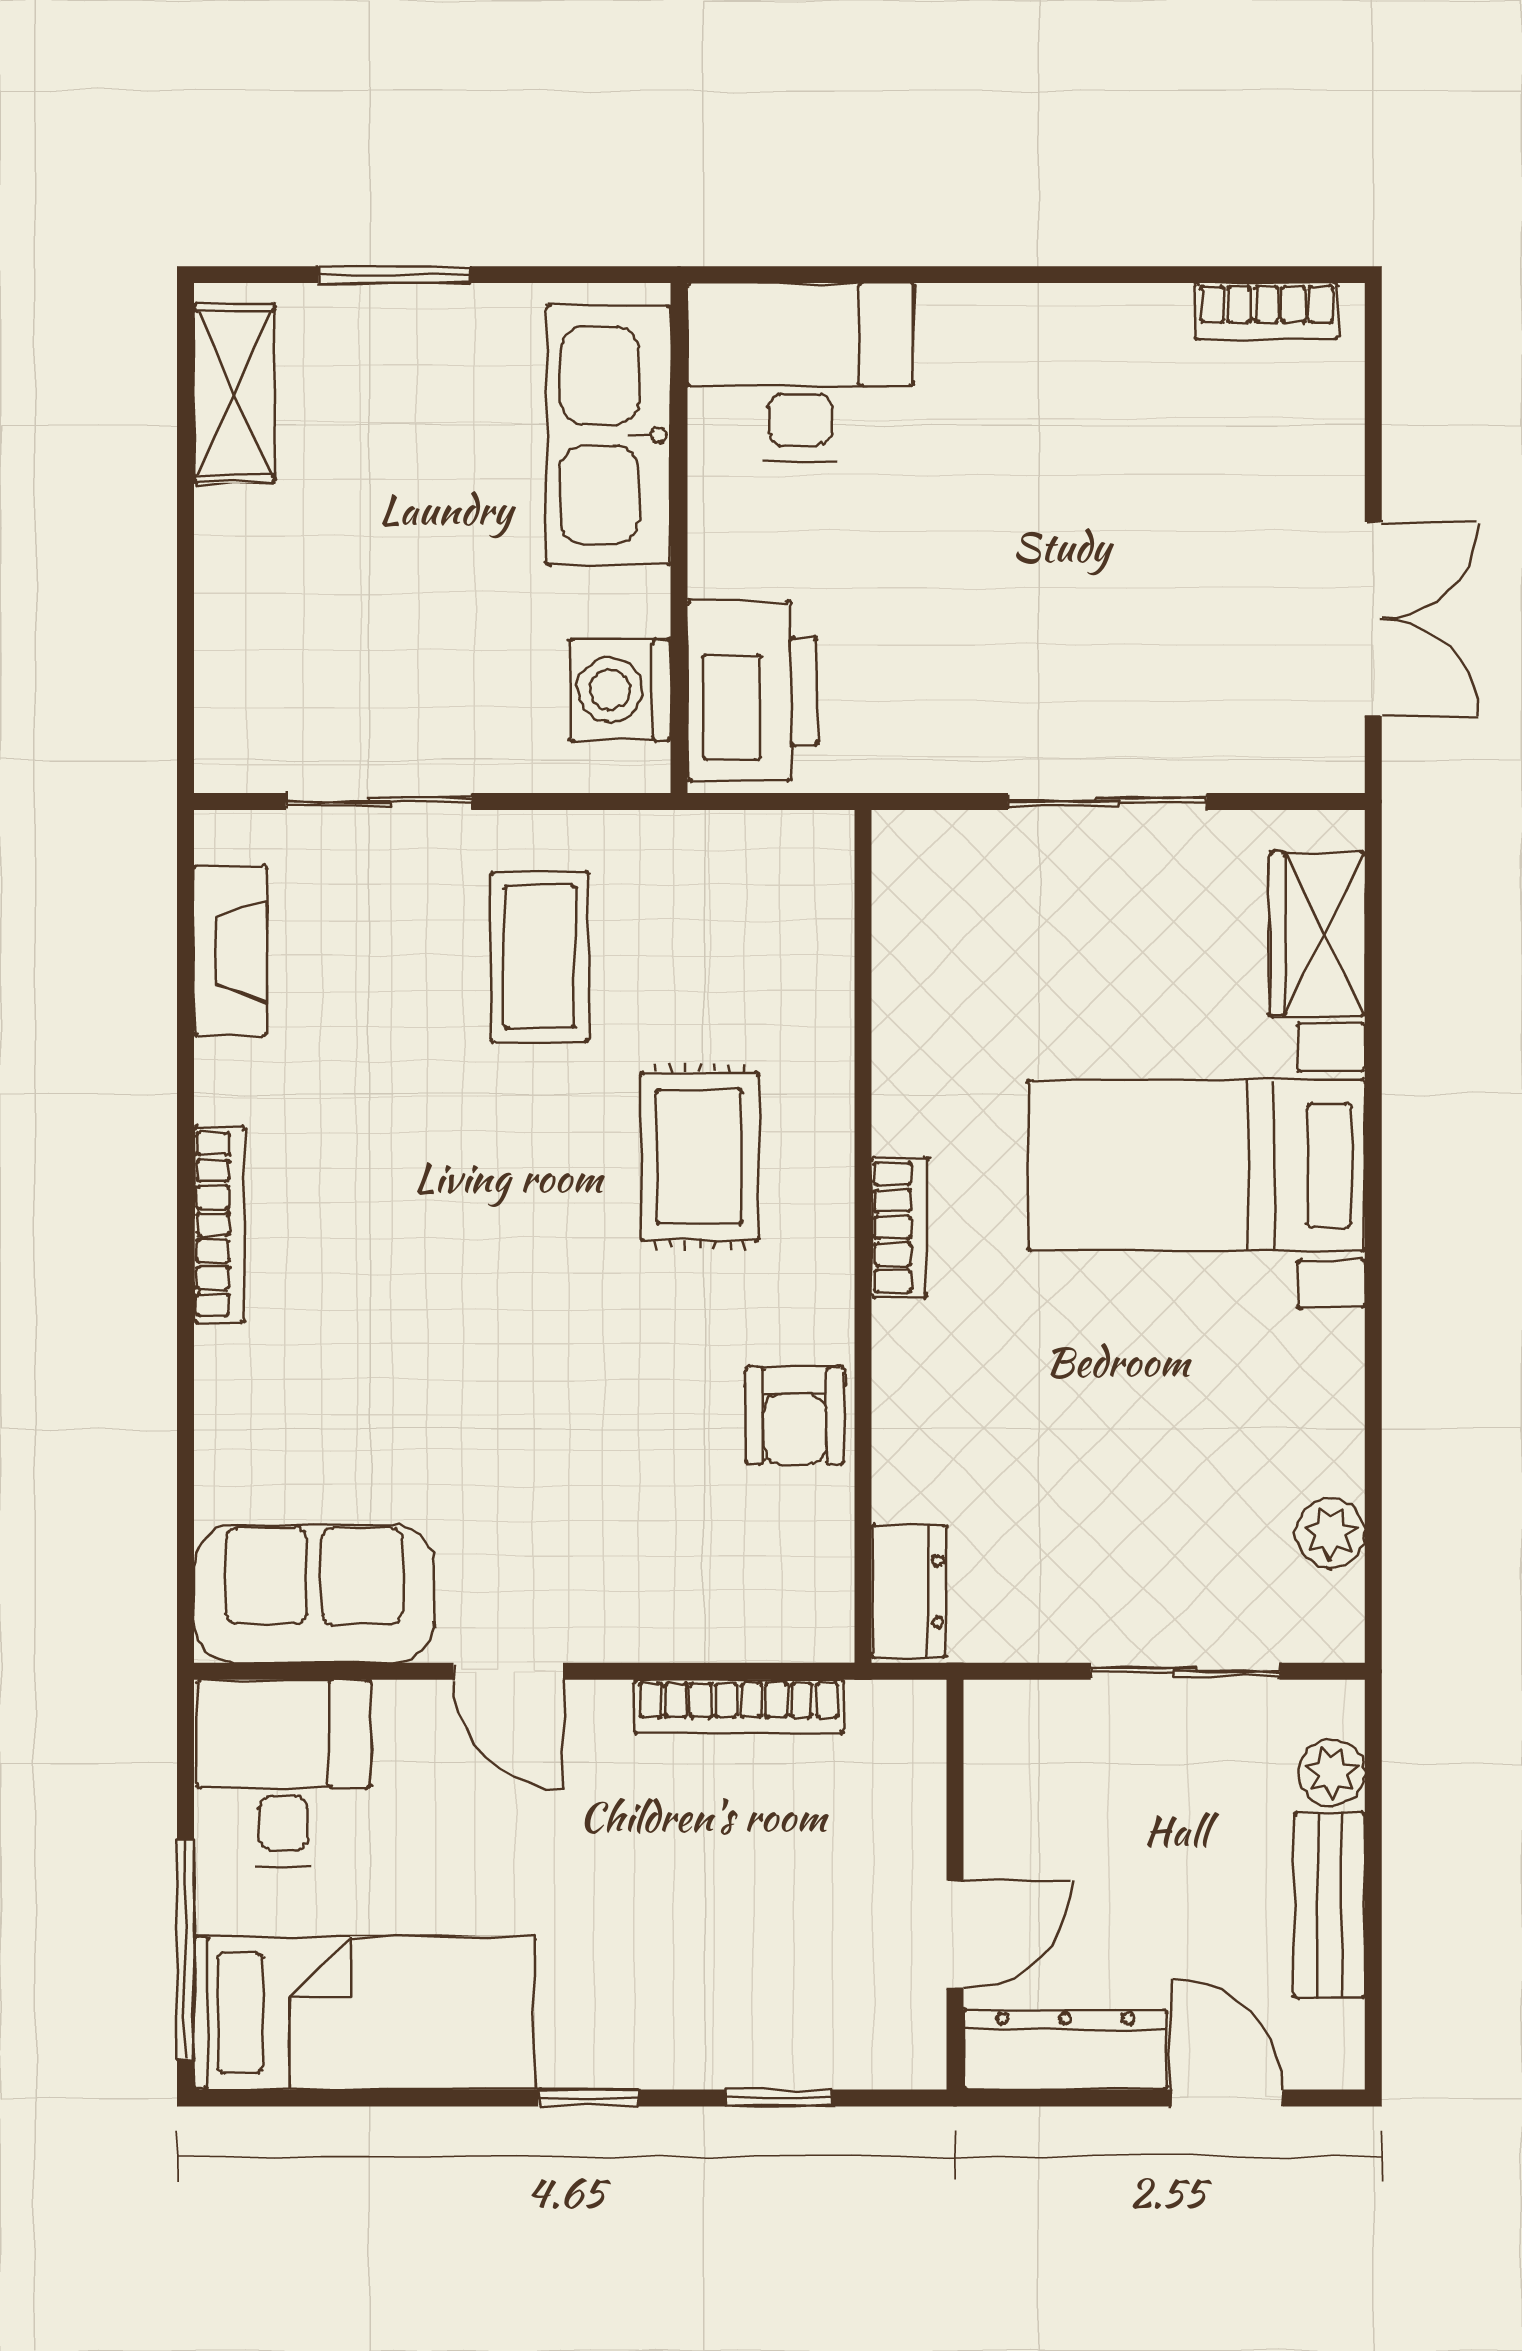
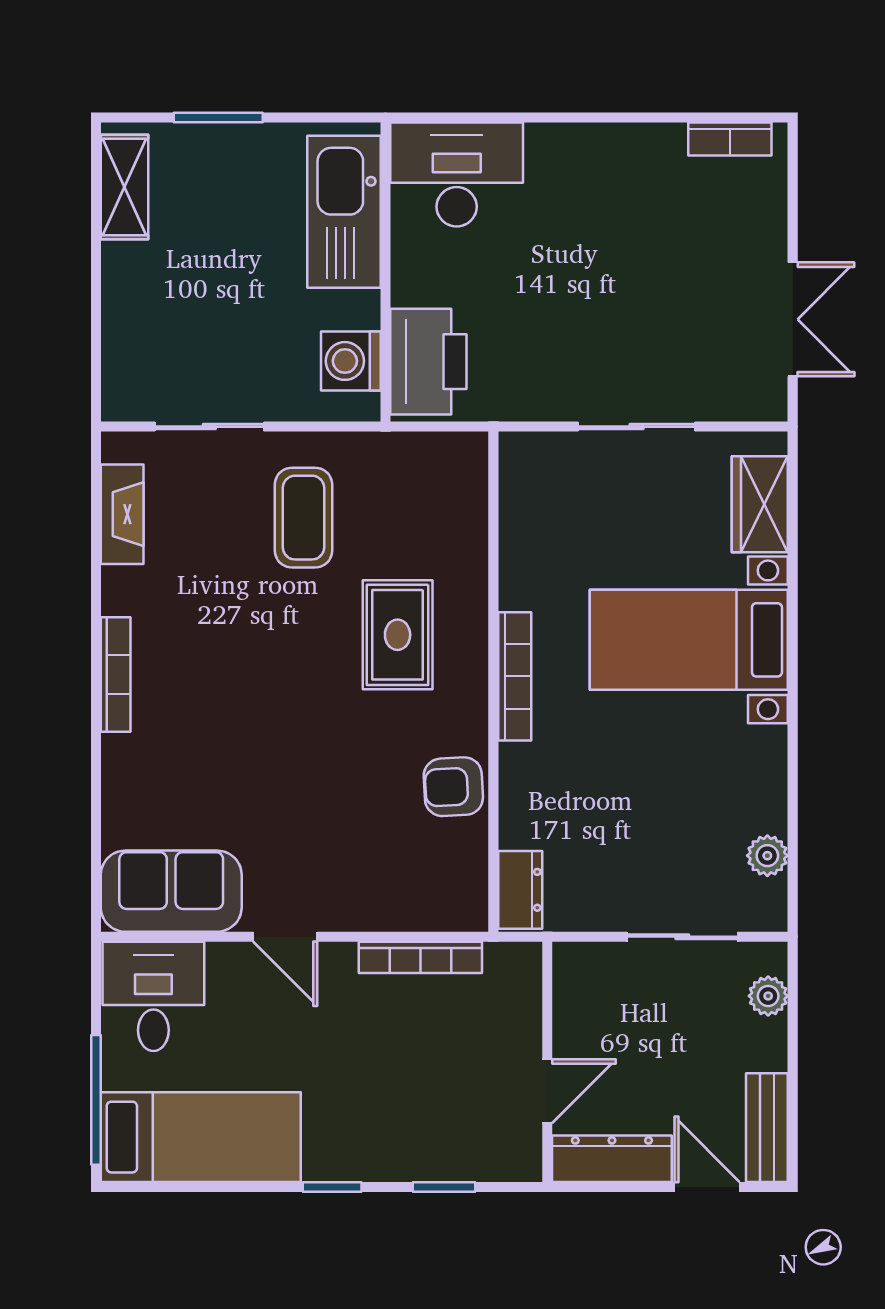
bookcase: (899, 1228) -> (515, 676), width x1.56
armchair: (795, 1416) -> (453, 787), turned 87
bench: (1329, 1905) -> (767, 1128), moved

